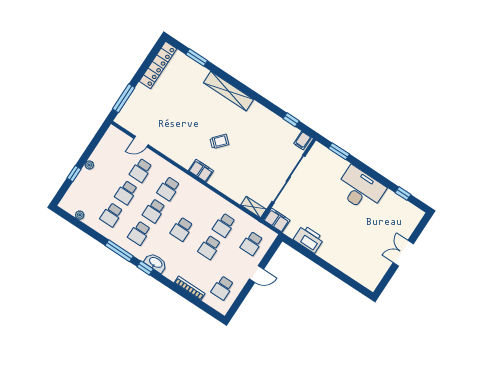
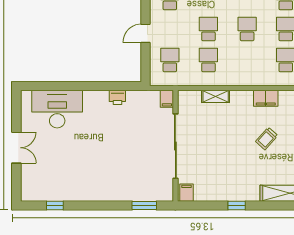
window: (291, 120) -> (237, 205), moved
desk: (360, 189) -> (57, 109), moved, turned 180
shelving: (253, 207) -> (216, 96), moved
filing cabinet: (277, 220) -> (167, 99), width x0.50
printer: (309, 239) -> (117, 97), width x0.53, depth x0.68

